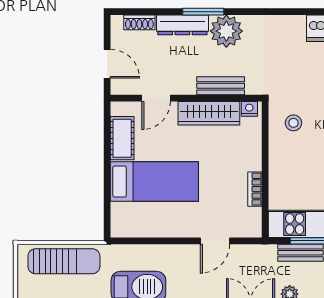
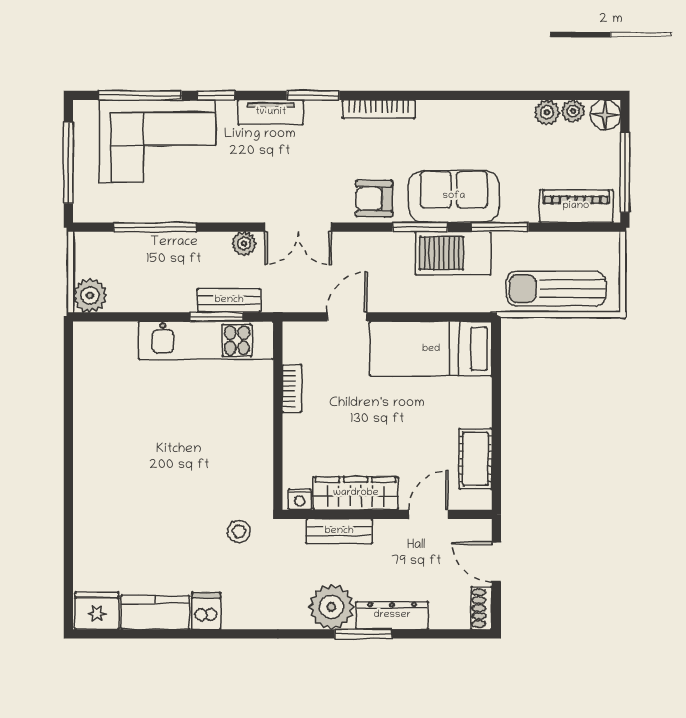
shoe rack: (139, 22) -> (481, 608), moved, turned -90
stool: (293, 123) -> (239, 531), moved
bed: (154, 182) -> (431, 349), moved

